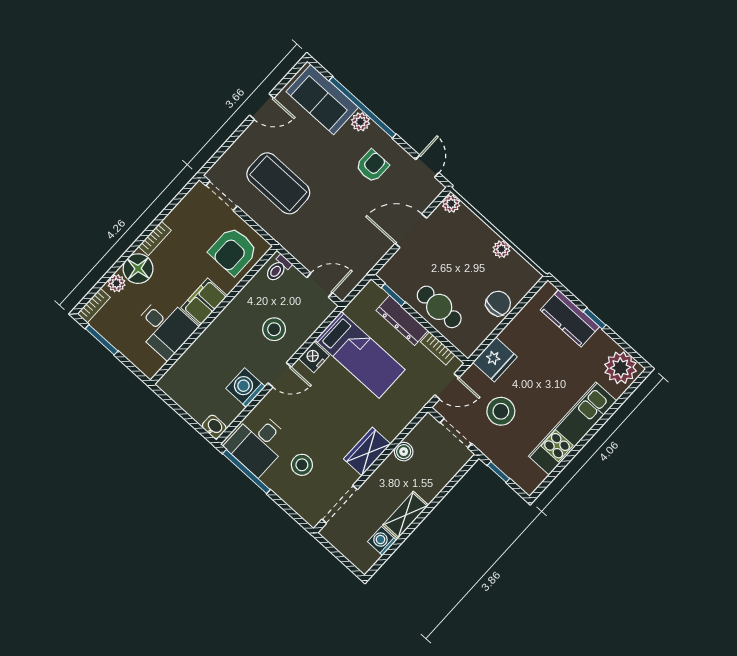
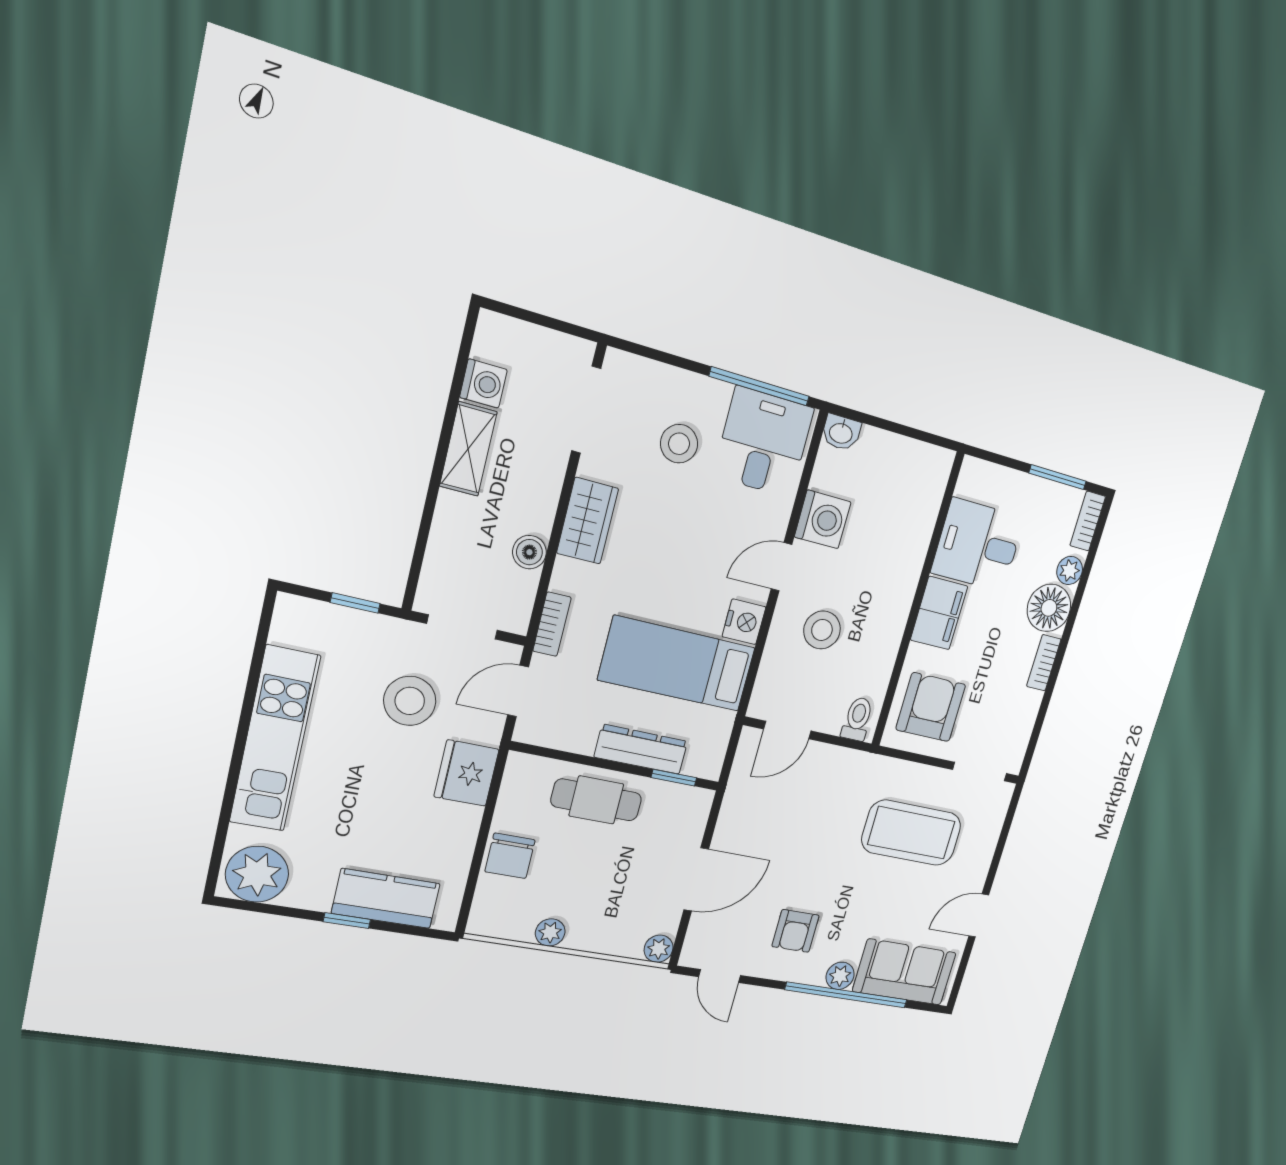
bookcase: (438, 348) -> (552, 624), moved, turned 90

